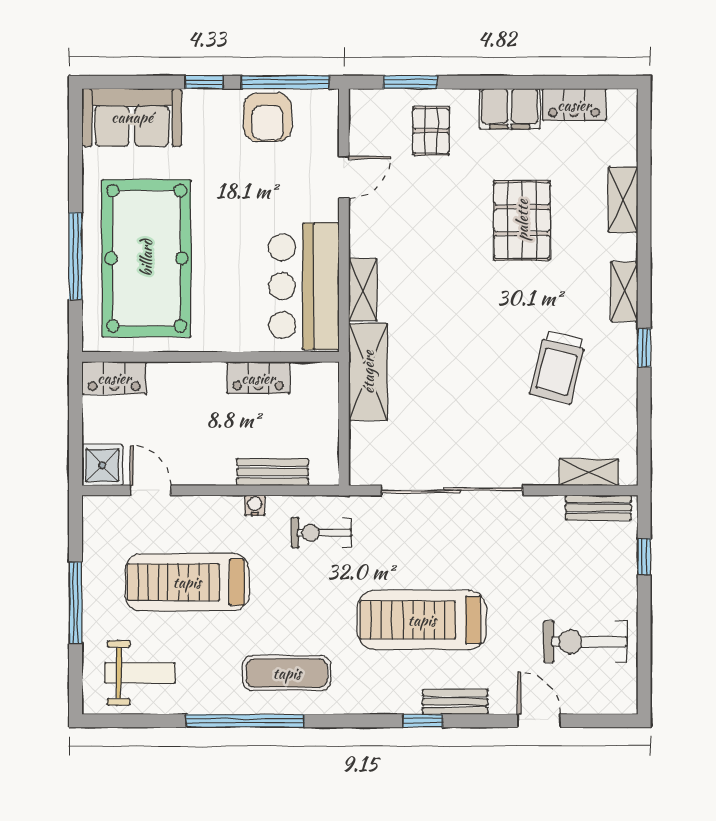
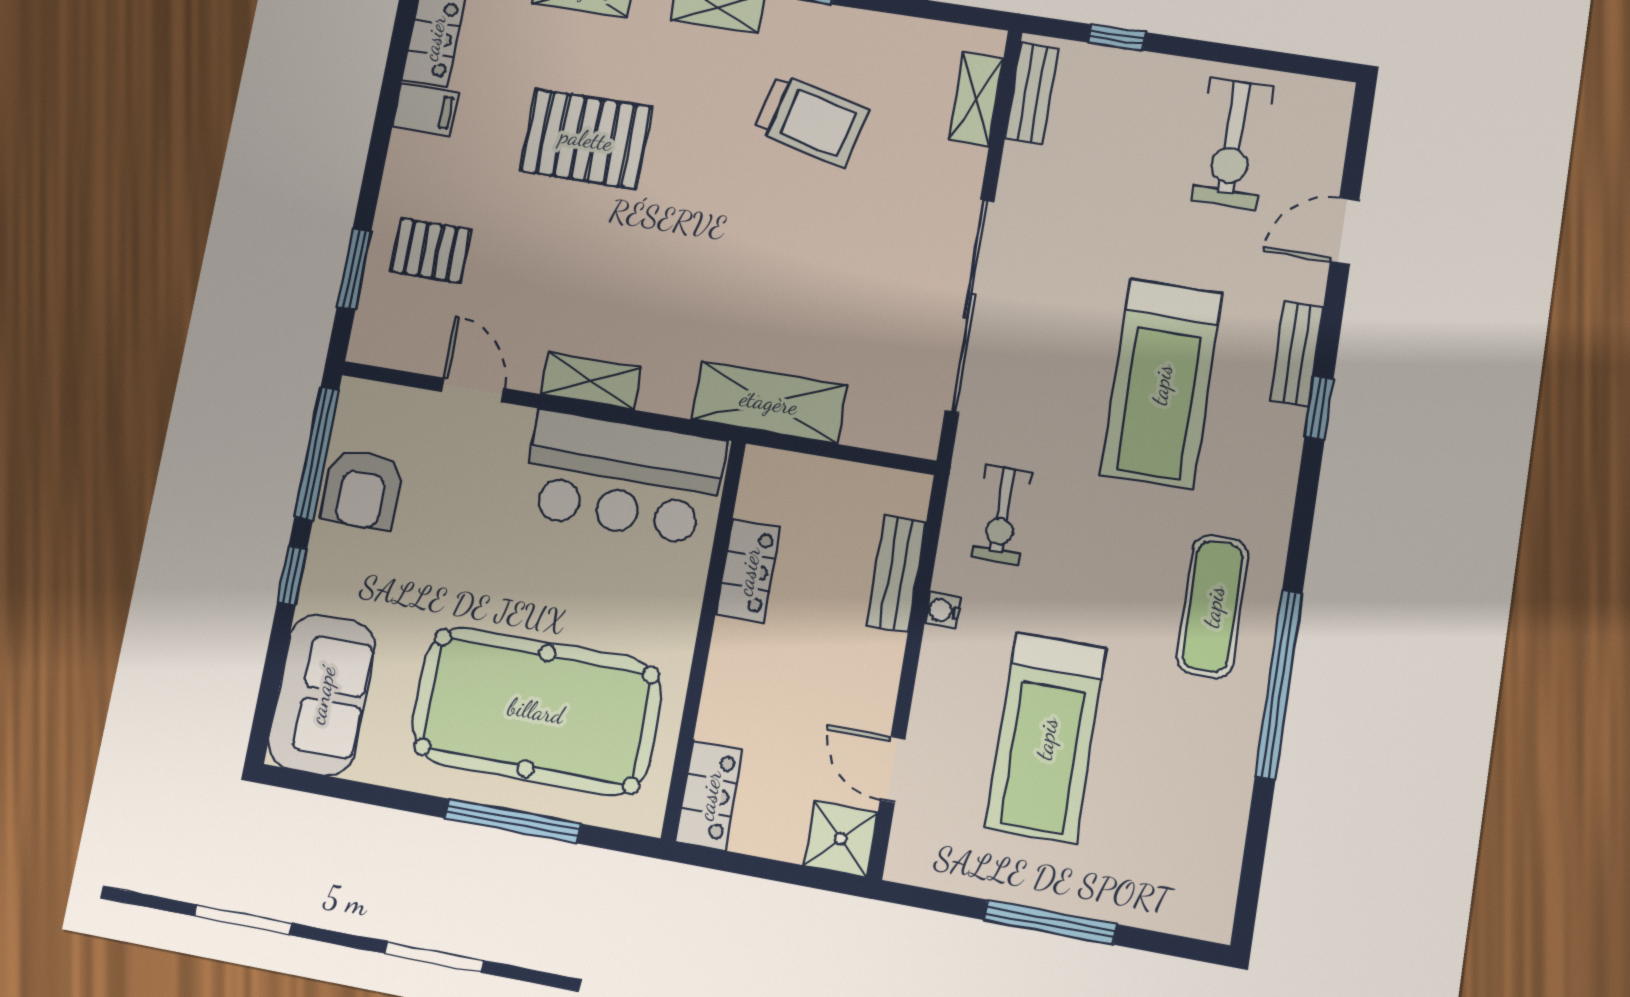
filing cabinet: (510, 109) -> (425, 110), width x0.50
armchair: (268, 117) -> (362, 489), turned 90
shelving: (363, 290) -> (591, 381), moved
door: (151, 490) -> (893, 769), hinge flipped
weight bench: (140, 673) -> (1178, 839), removed

